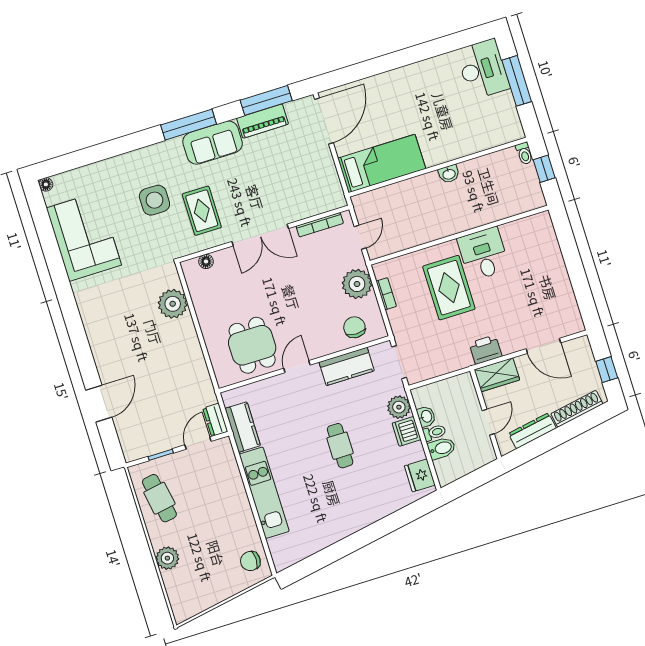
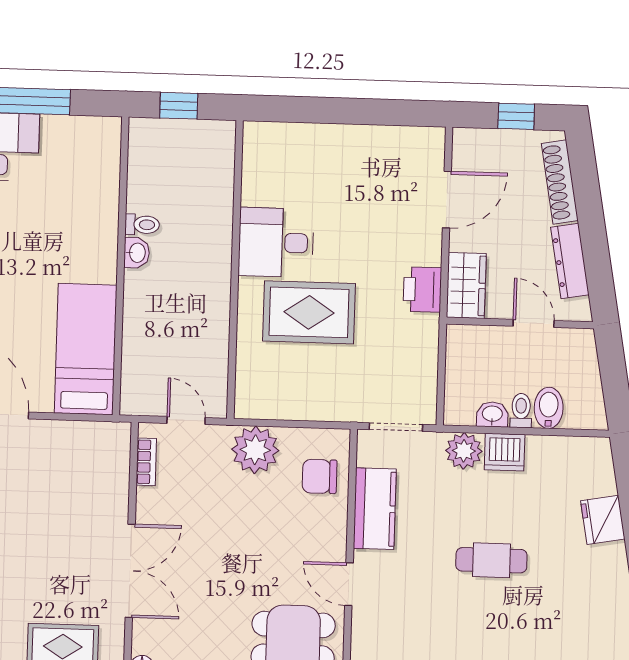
toilet: (524, 153) -> (142, 225), moved
bookcase: (320, 225) -> (146, 462), width x0.64
bookcase: (386, 294) -> (285, 411), removed
fridge: (420, 475) -> (603, 520), moved, turned 80

